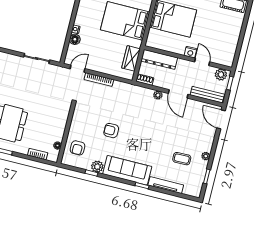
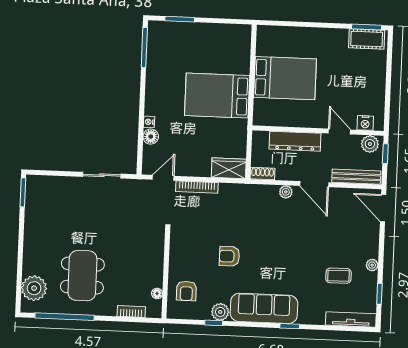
nightstand: (190, 52) -> (365, 123), moved
wardrobe: (131, 58) -> (229, 168), moved, turned 90
dresser: (159, 59) -> (295, 141), moved
tv unit: (166, 185) -> (351, 319), moved

